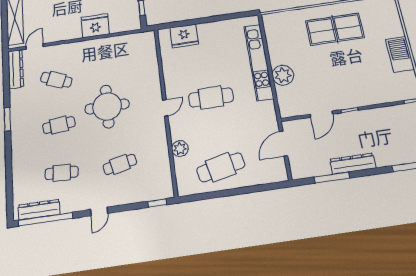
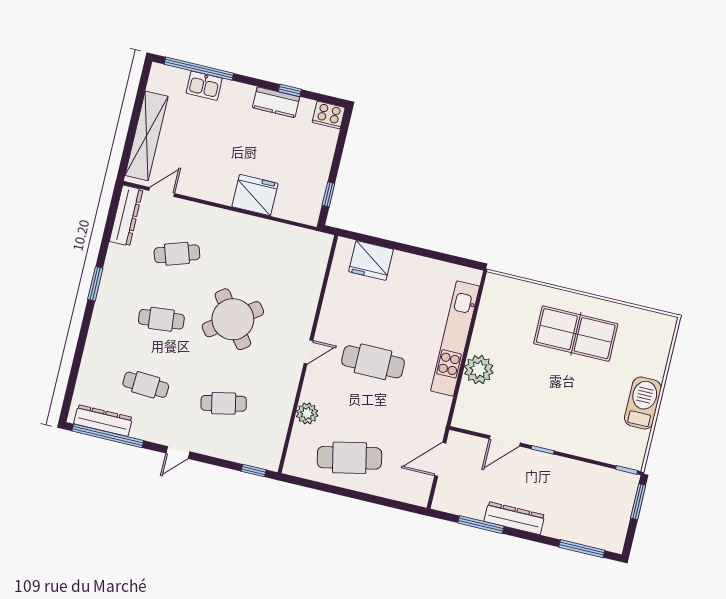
cafe table: (56, 80) -> (177, 254), turned -39
round table: (107, 106) -> (233, 319), turned -36

